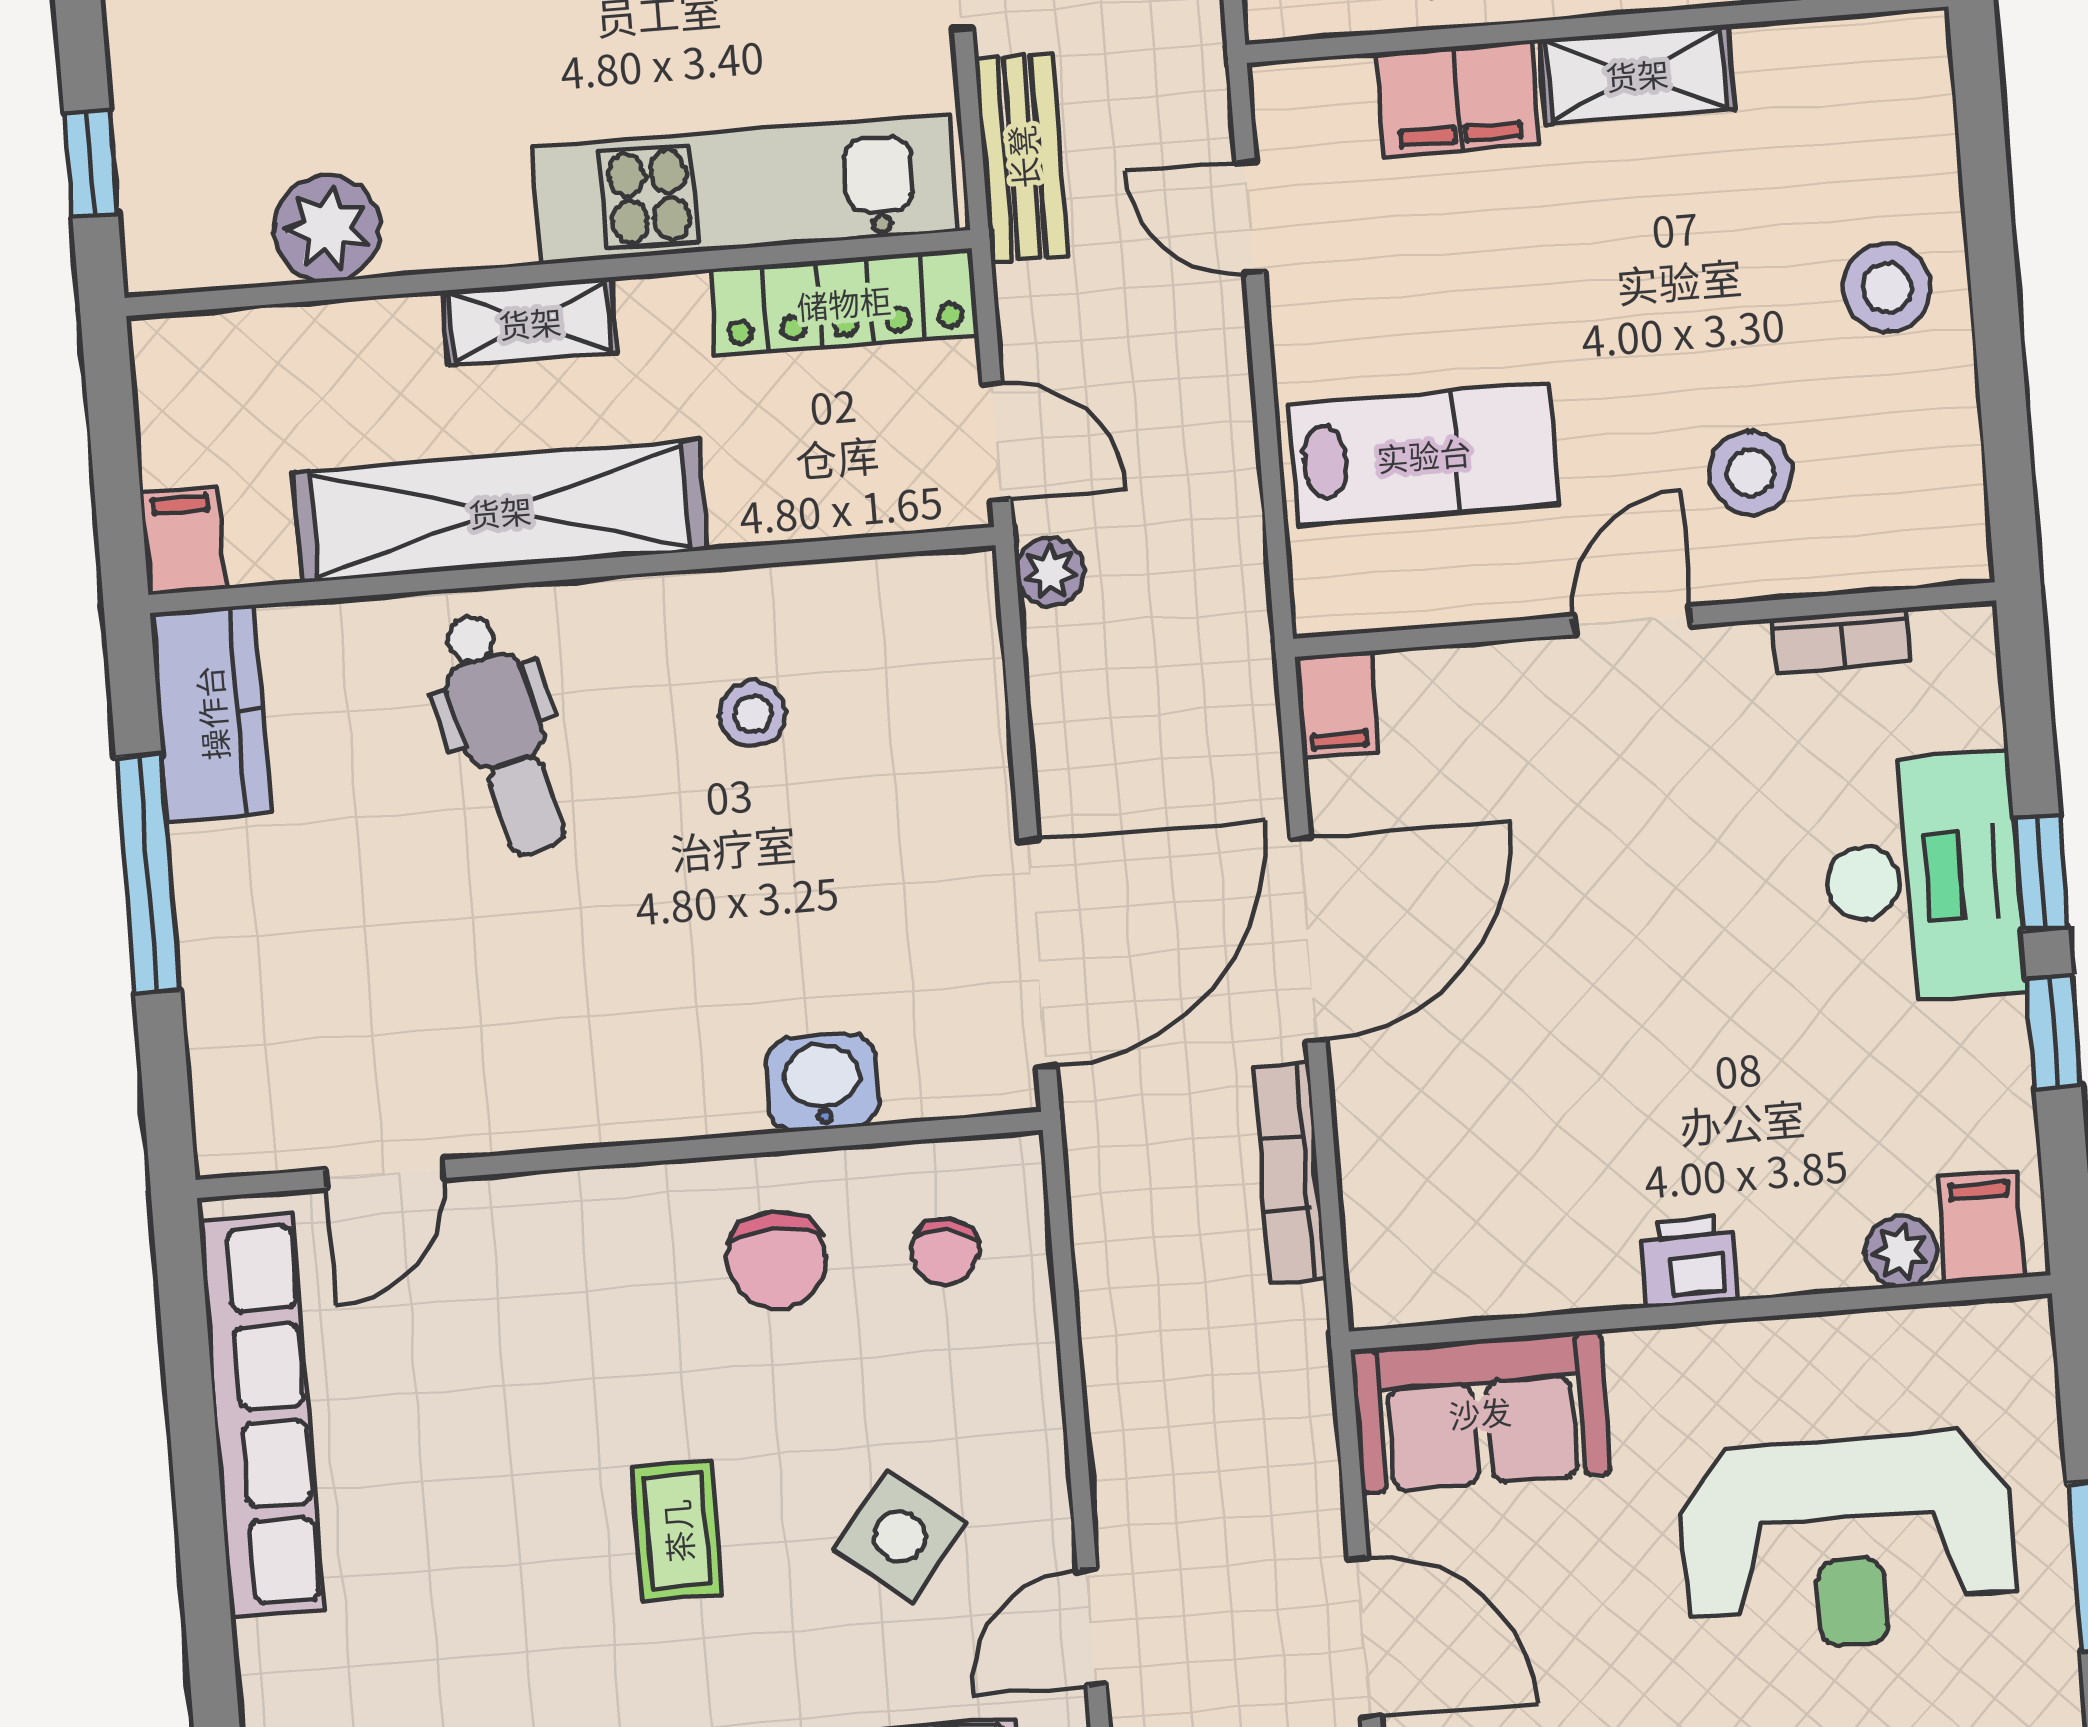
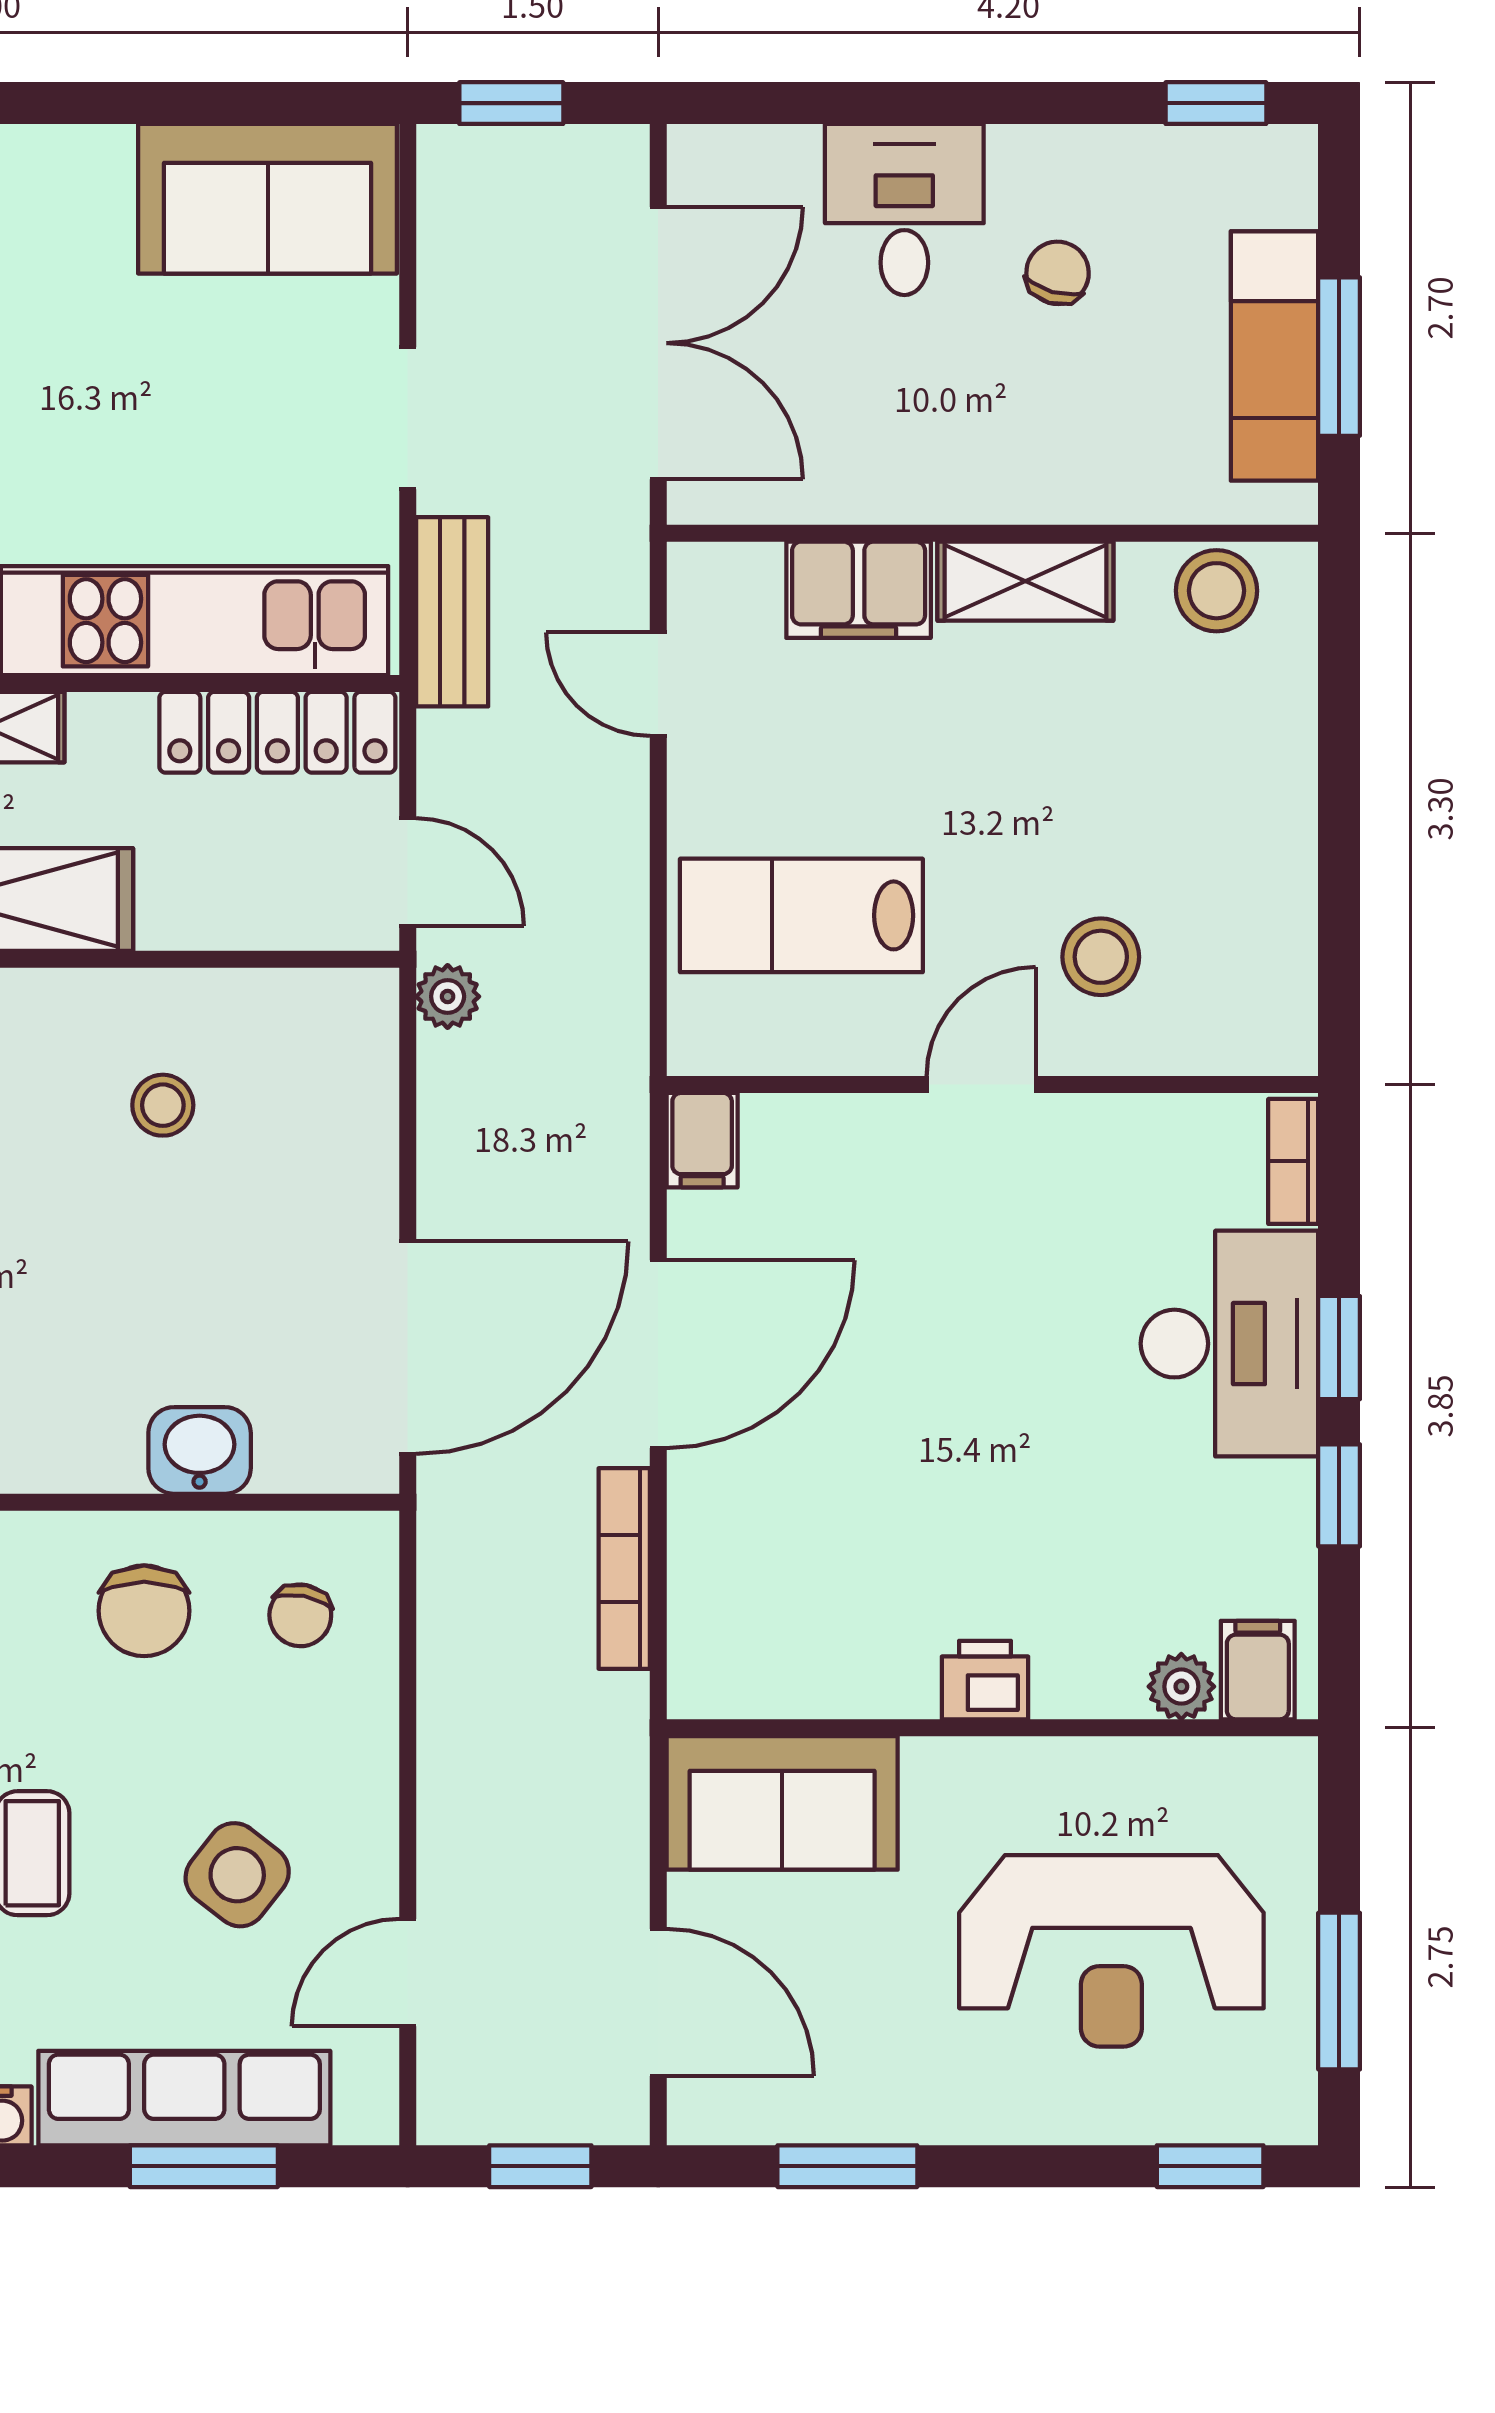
stool: (1887, 287) -> (1216, 591), moved
lab bench: (1424, 454) -> (801, 915), turned 180
bookcase: (1842, 640) -> (1293, 1161), moved, turned 90

